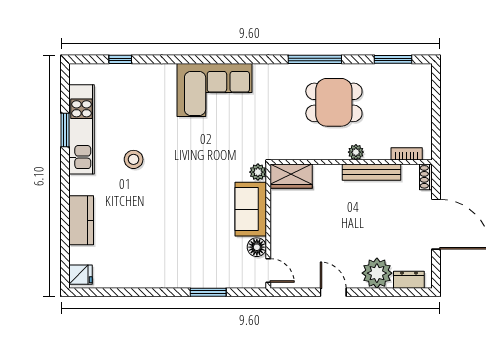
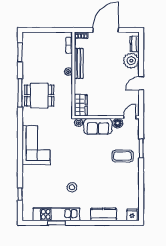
dining table: (334, 102) -> (39, 96), moved, turned 90
coffee table: (193, 256) -> (123, 156), added

